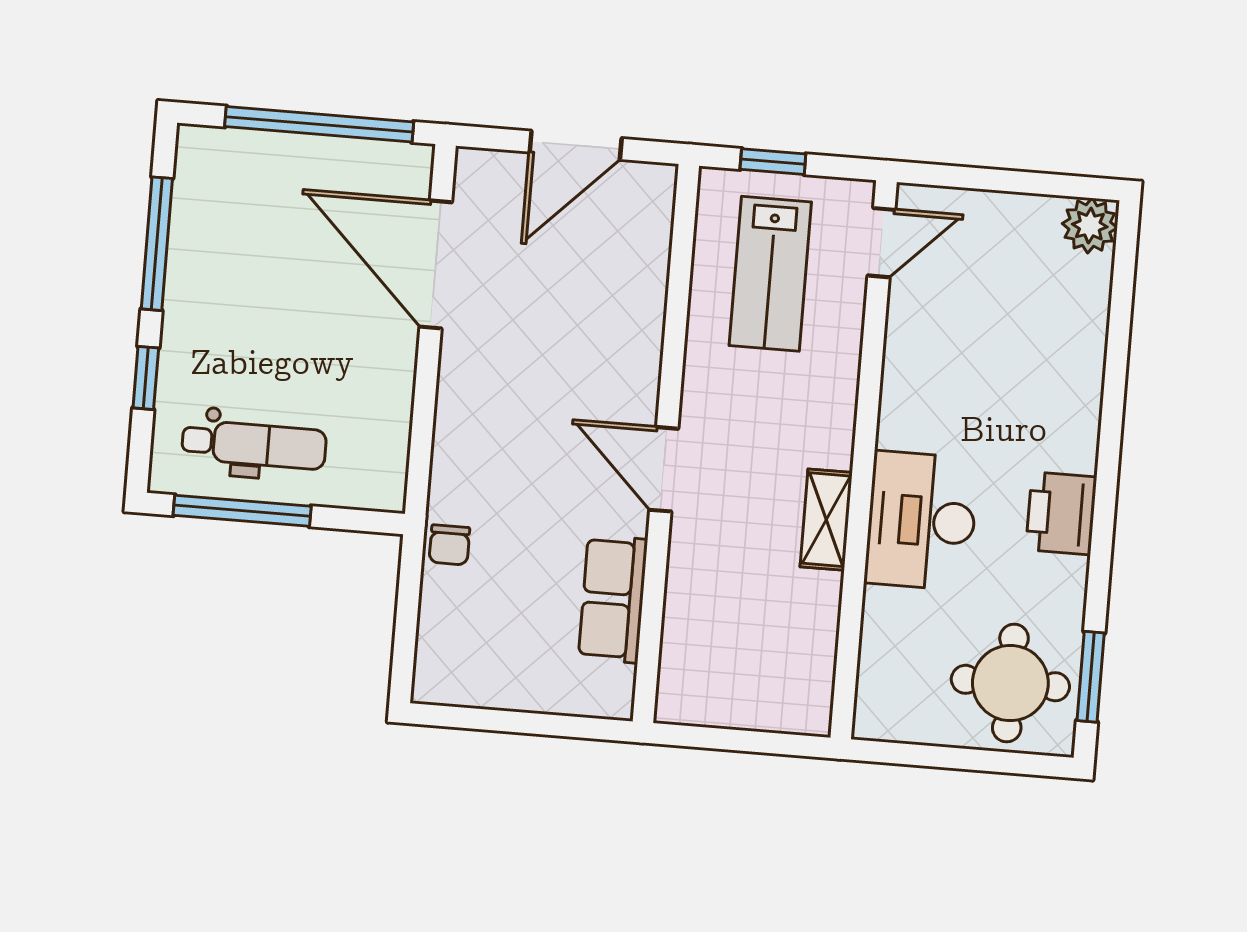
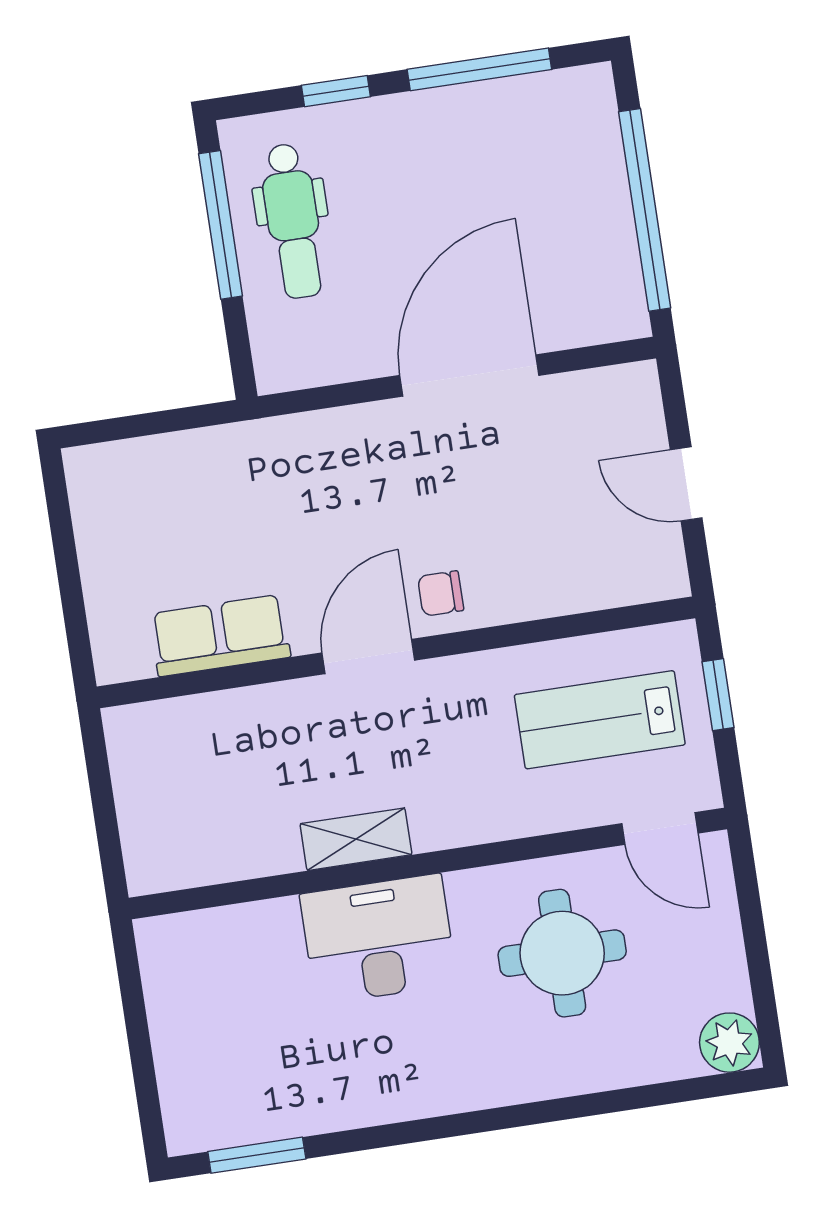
door: (576, 145) -> (686, 484), width x0.73
door: (436, 265) -> (469, 375), moved
printer: (1061, 513) -> (421, 1084), removed
chair: (449, 545) -> (441, 593), moved
round table: (1010, 683) -> (562, 953), moved

